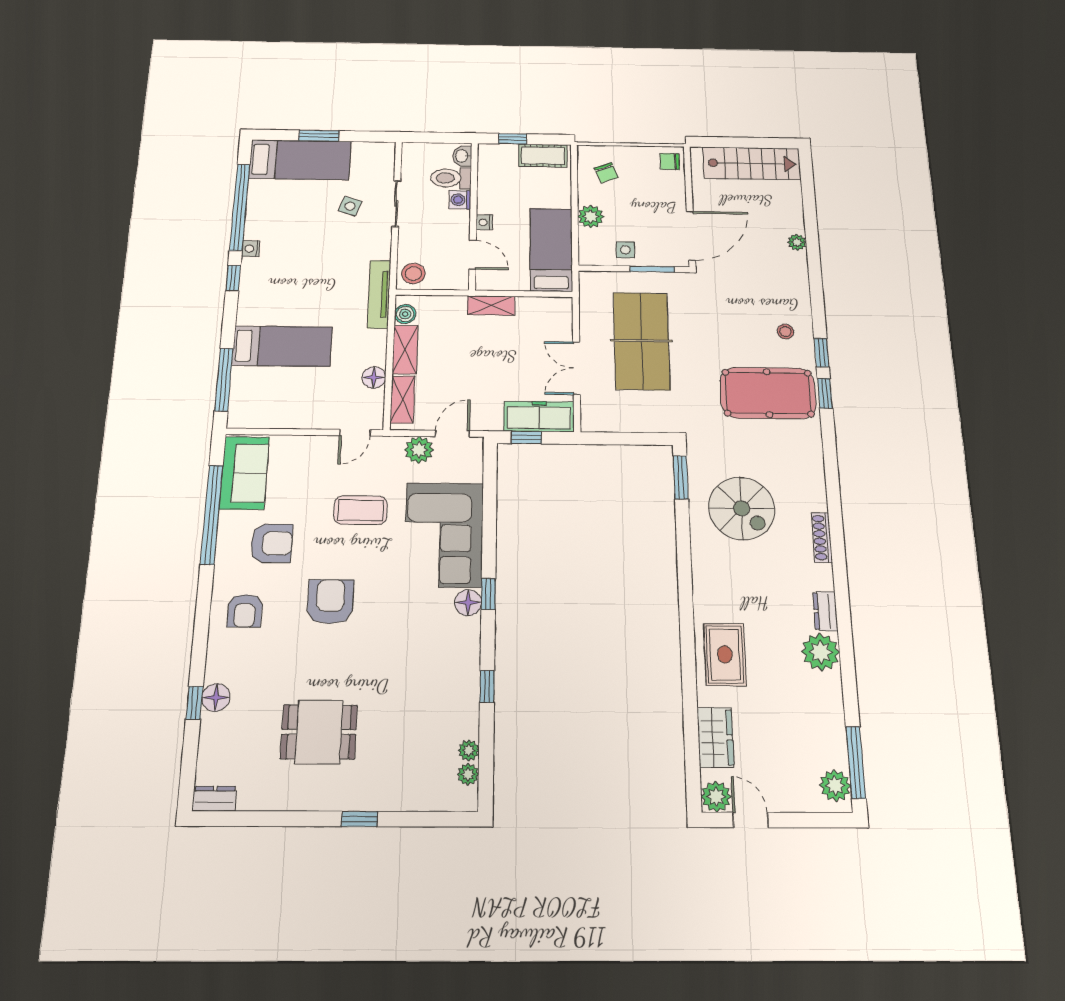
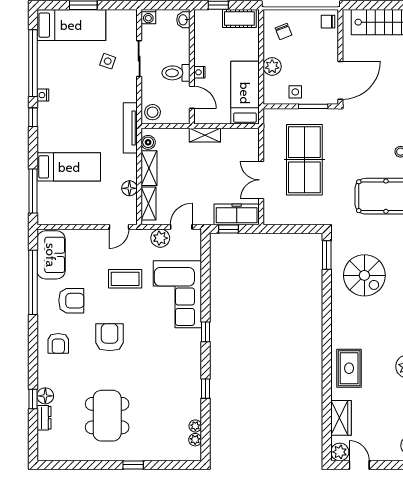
toilet: (451, 178) -> (176, 73), moved
washing machine: (460, 200) -> (148, 17), moved, turned -90
floor lamp: (468, 603) -> (193, 337), removed
dining table: (319, 732) -> (107, 416), width x1.38
dresser: (214, 799) -> (44, 418), moved, turned 90

